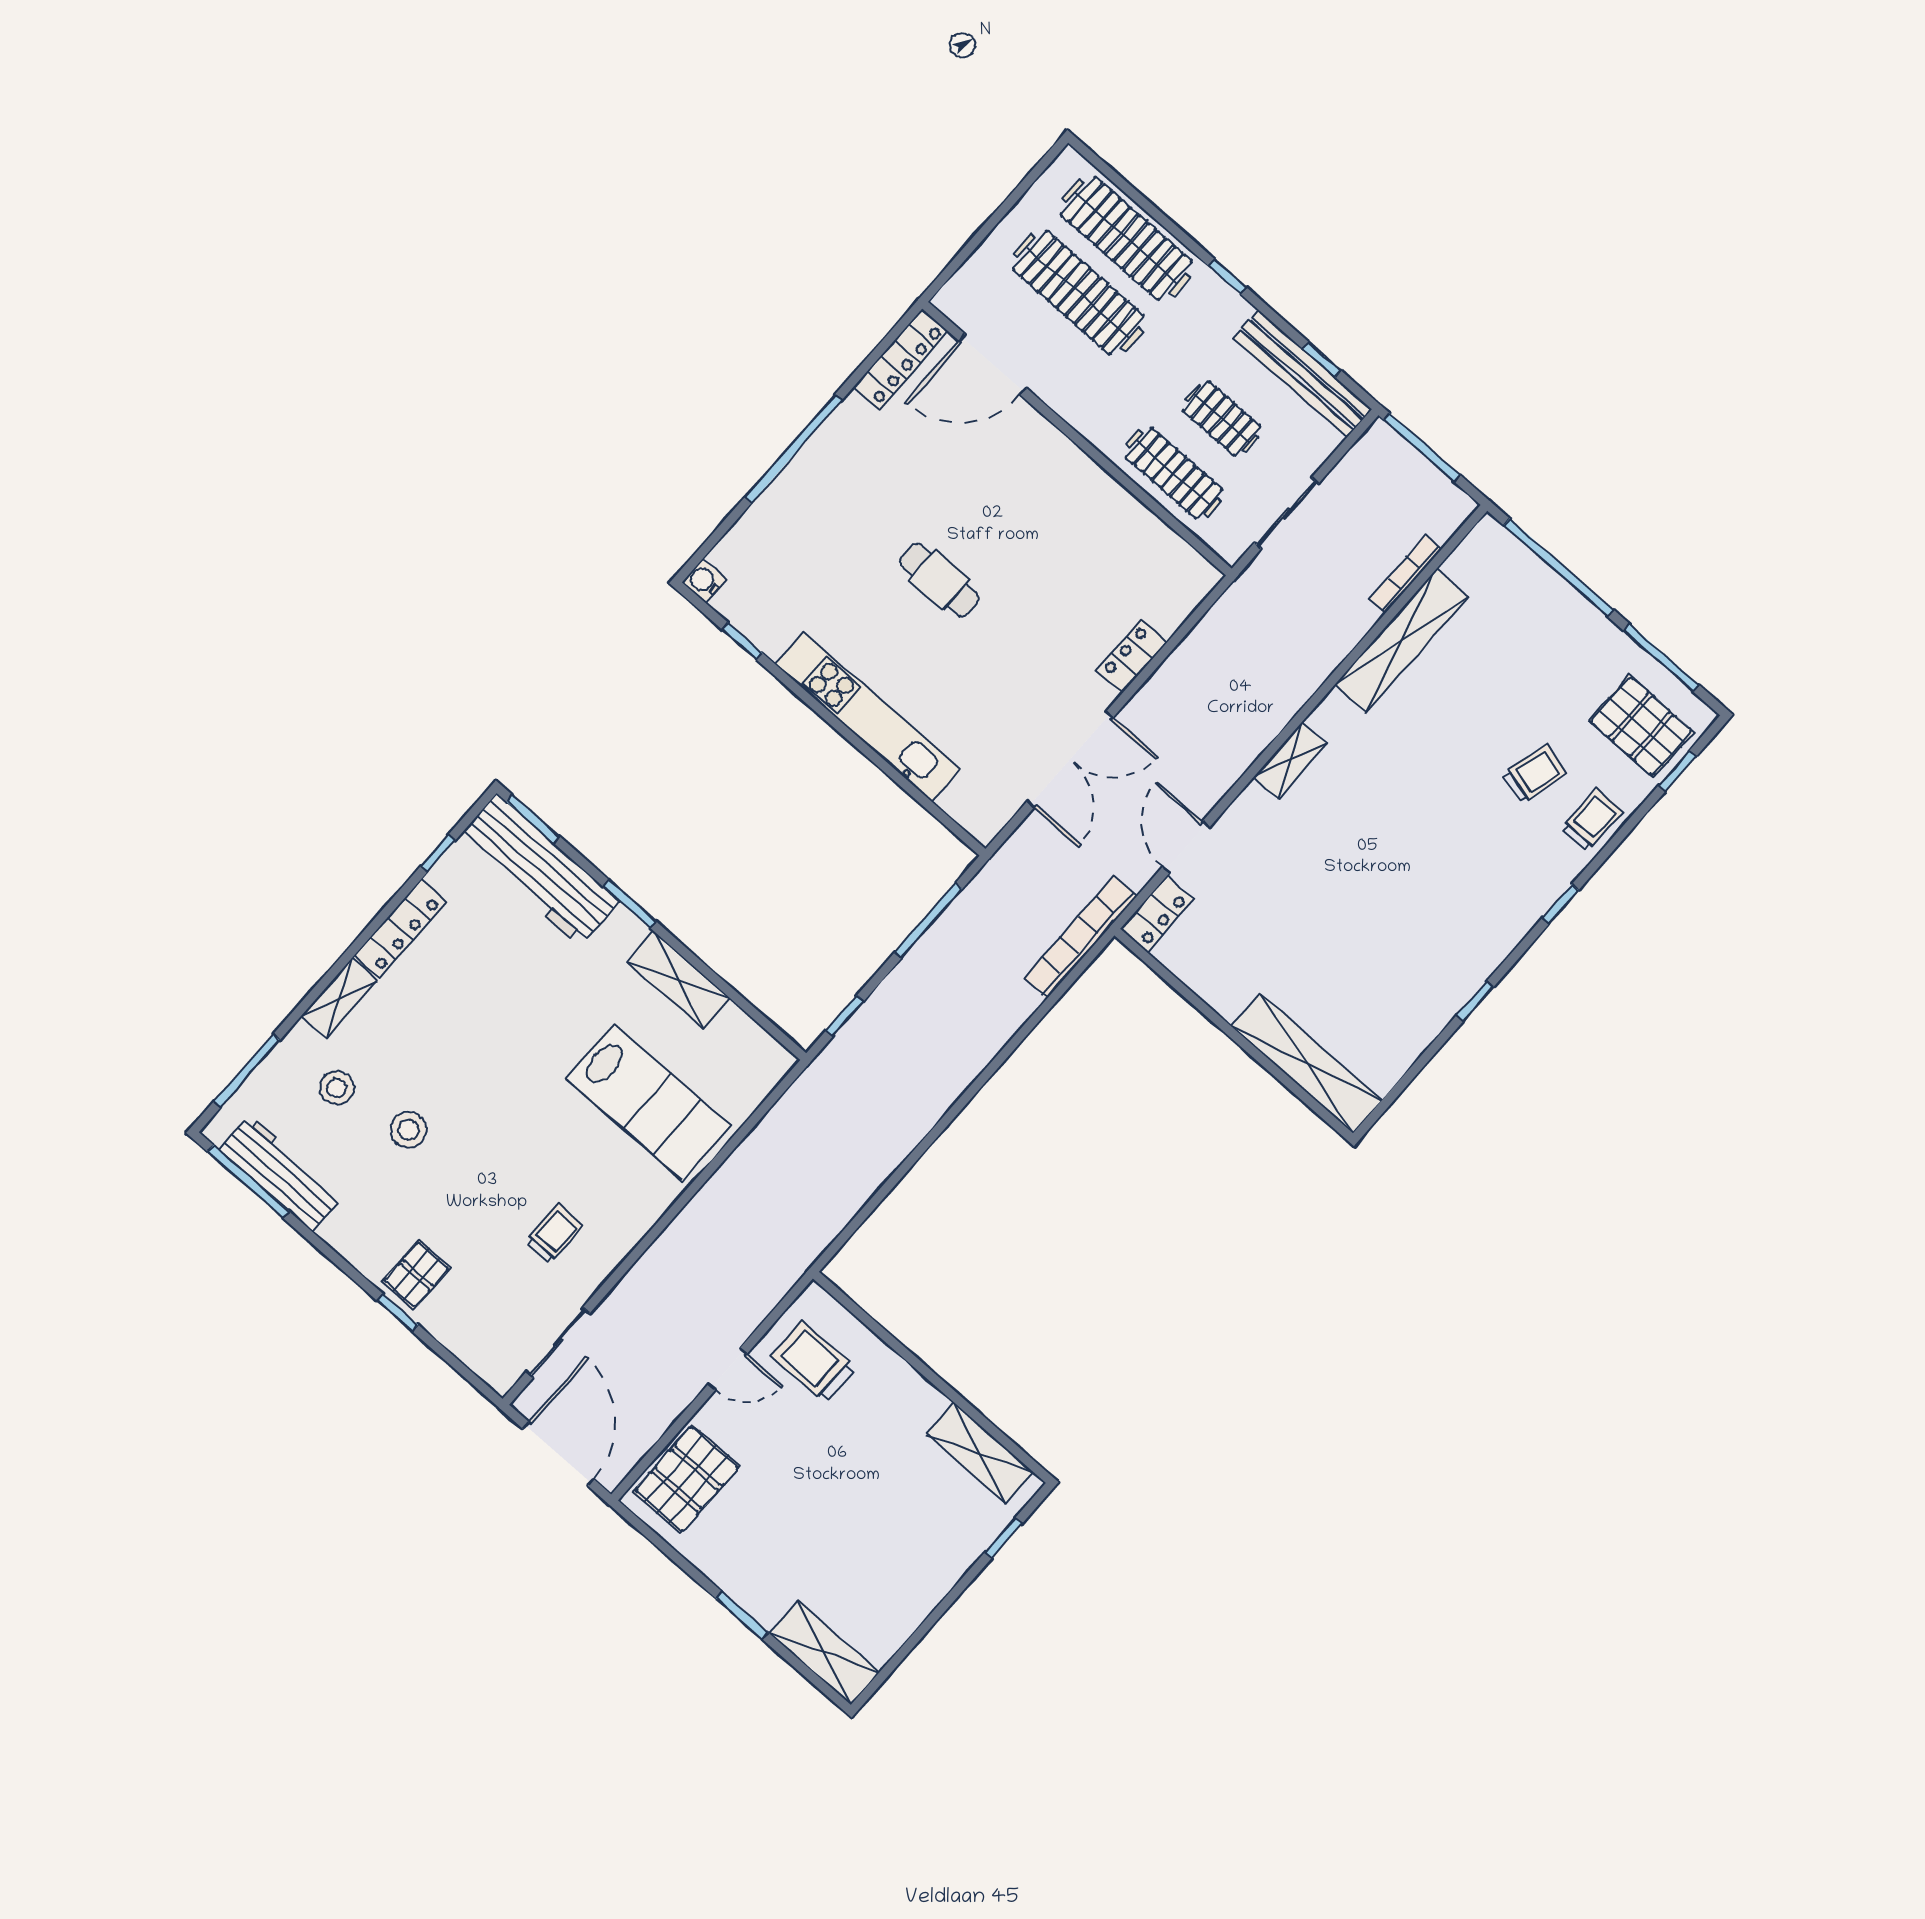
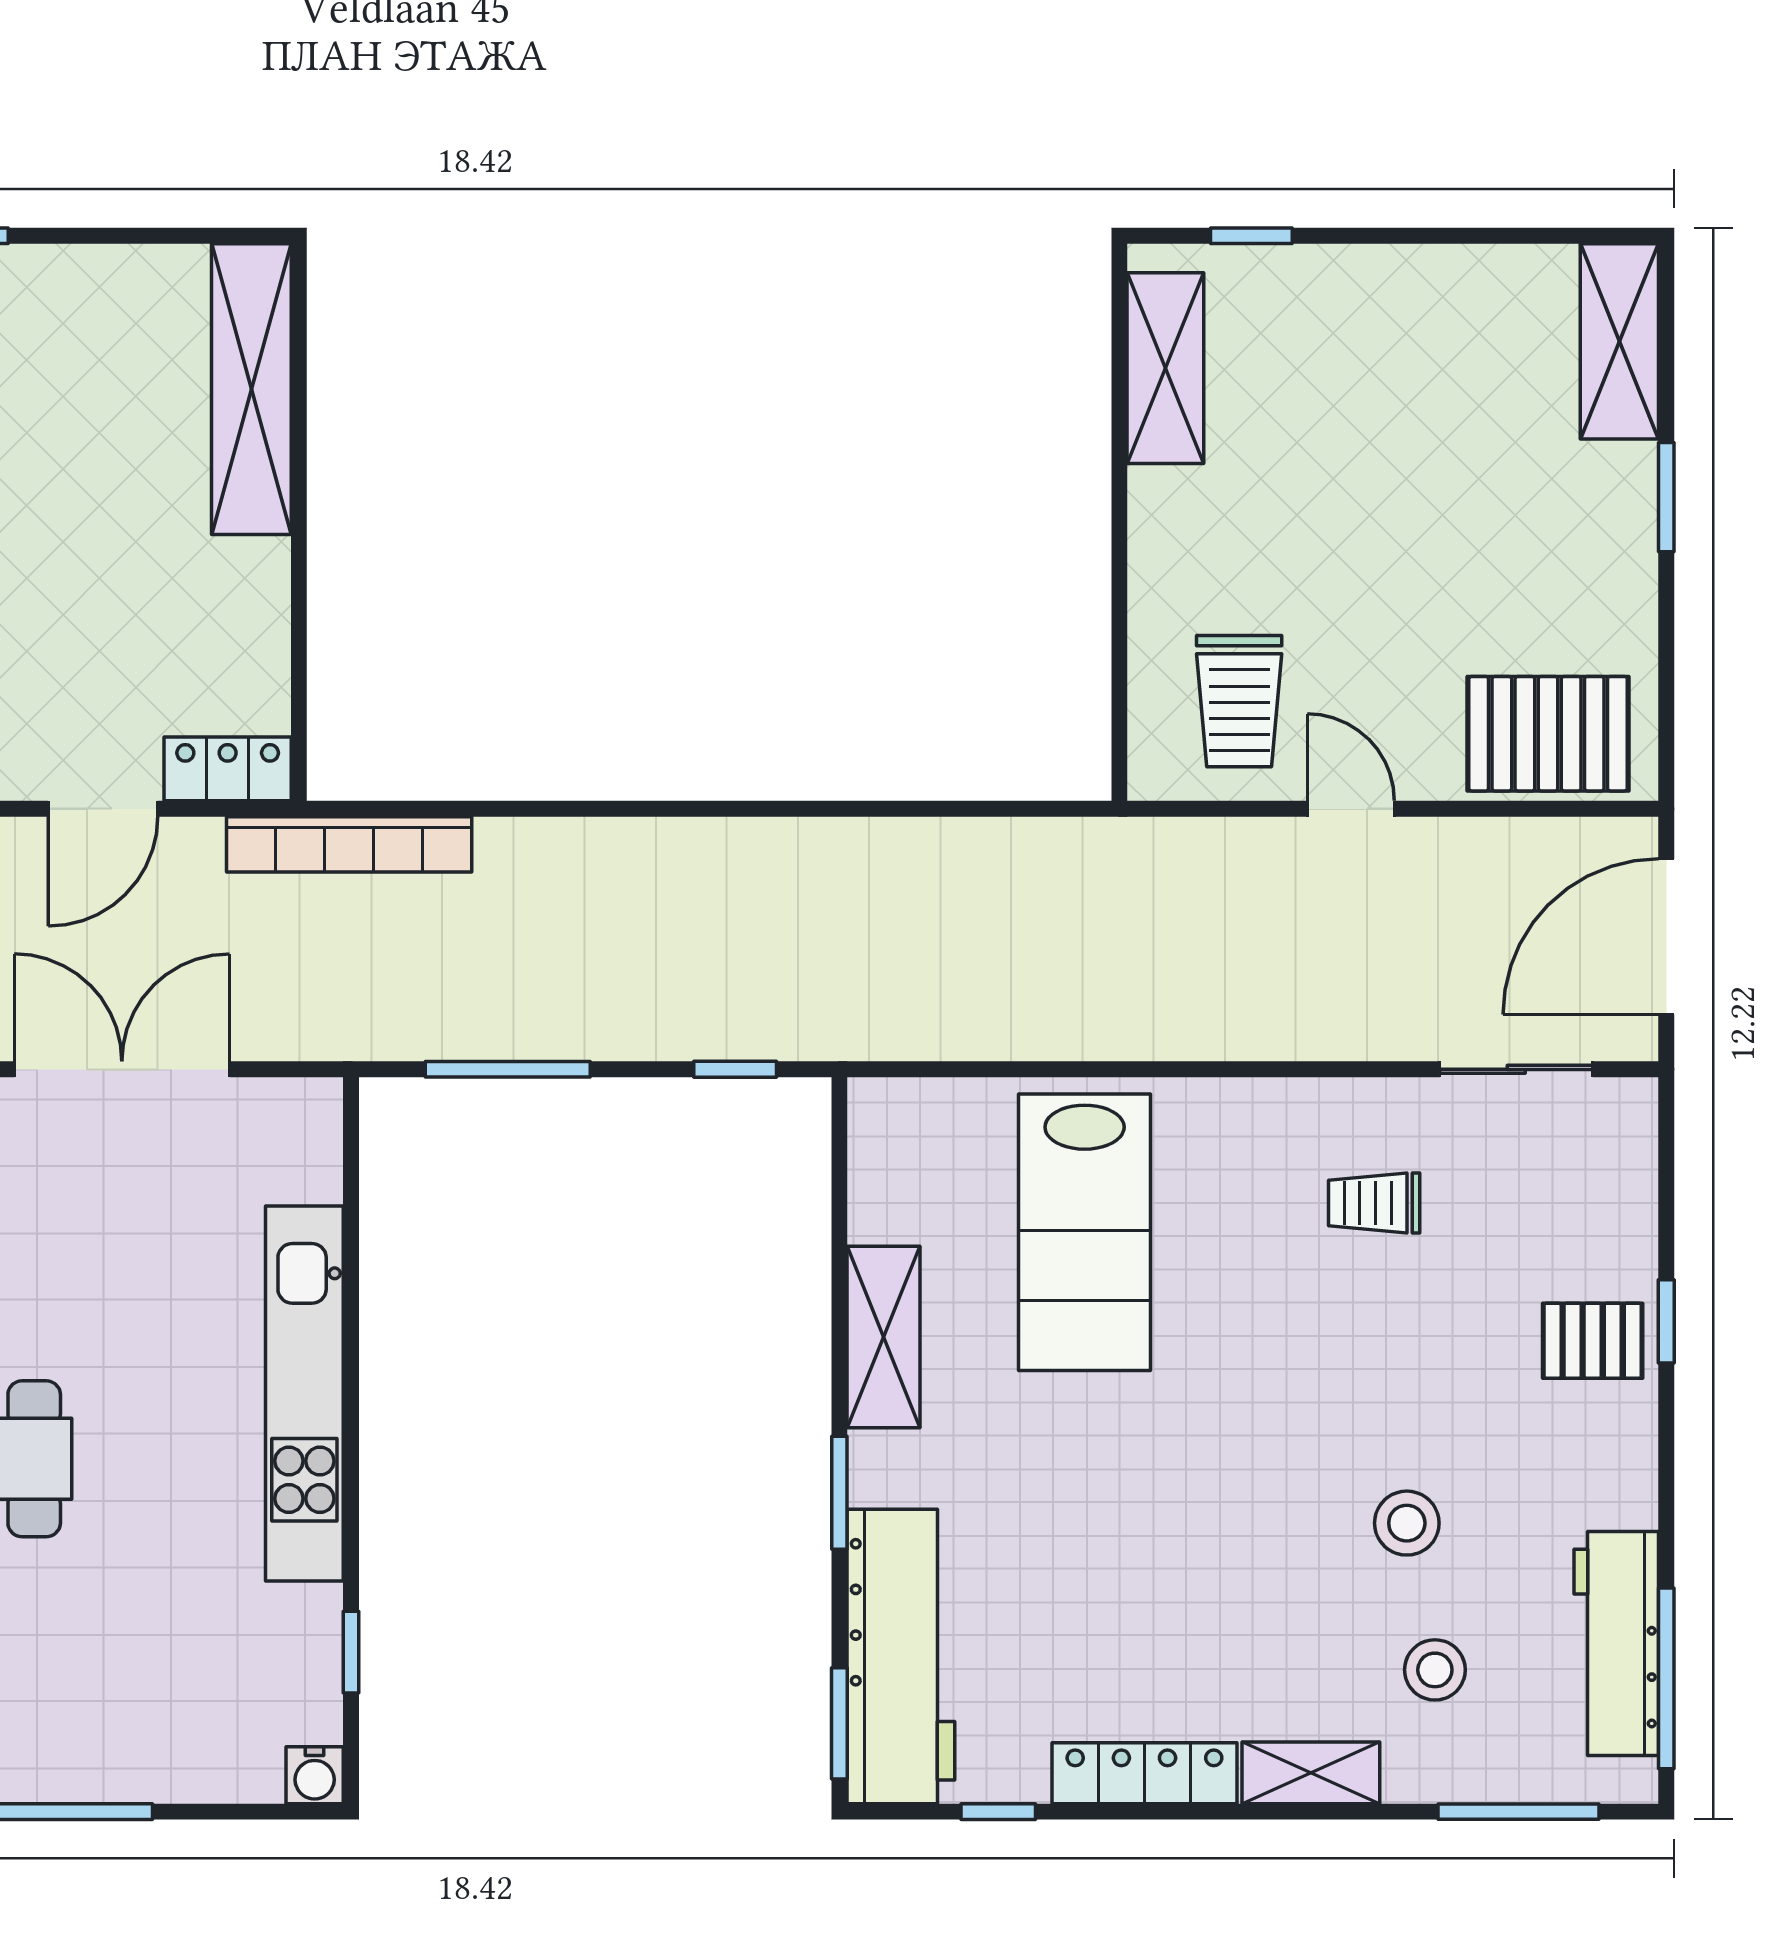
lab bench: (648, 1102) -> (1085, 1232), turned 180

